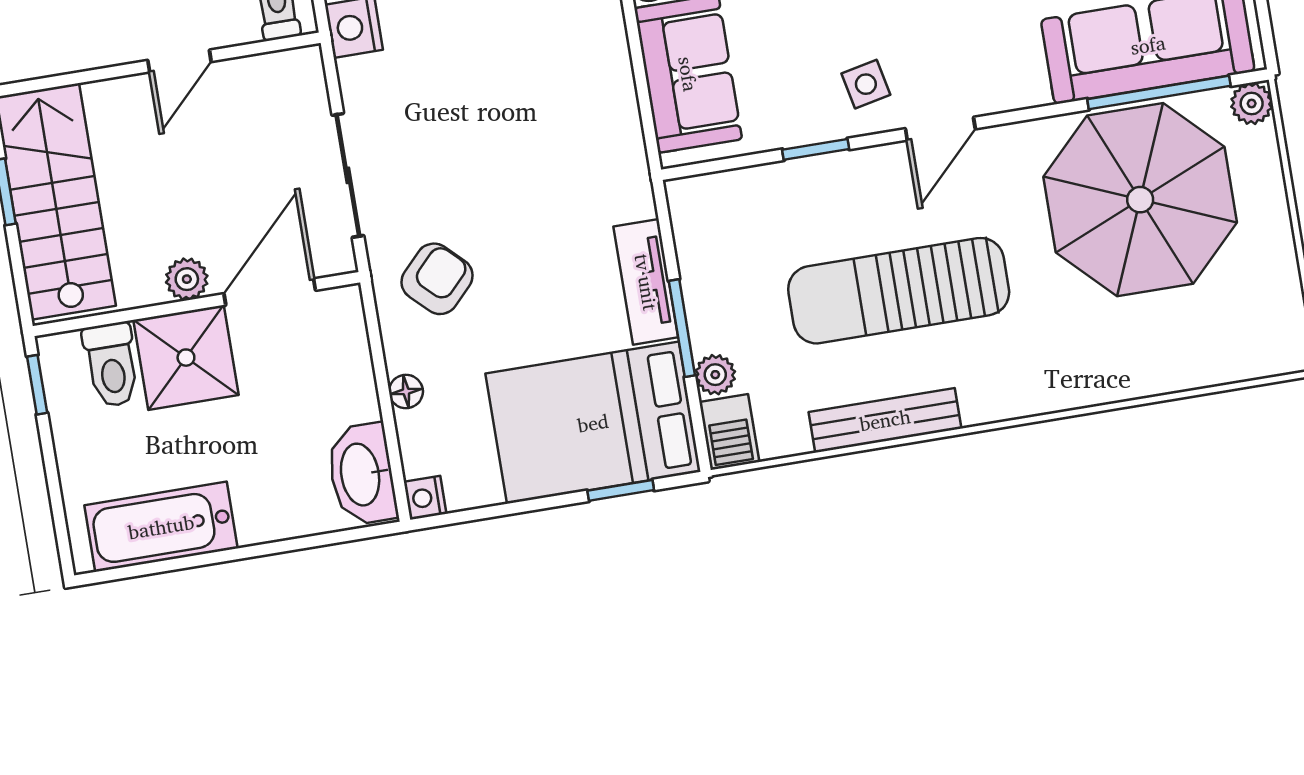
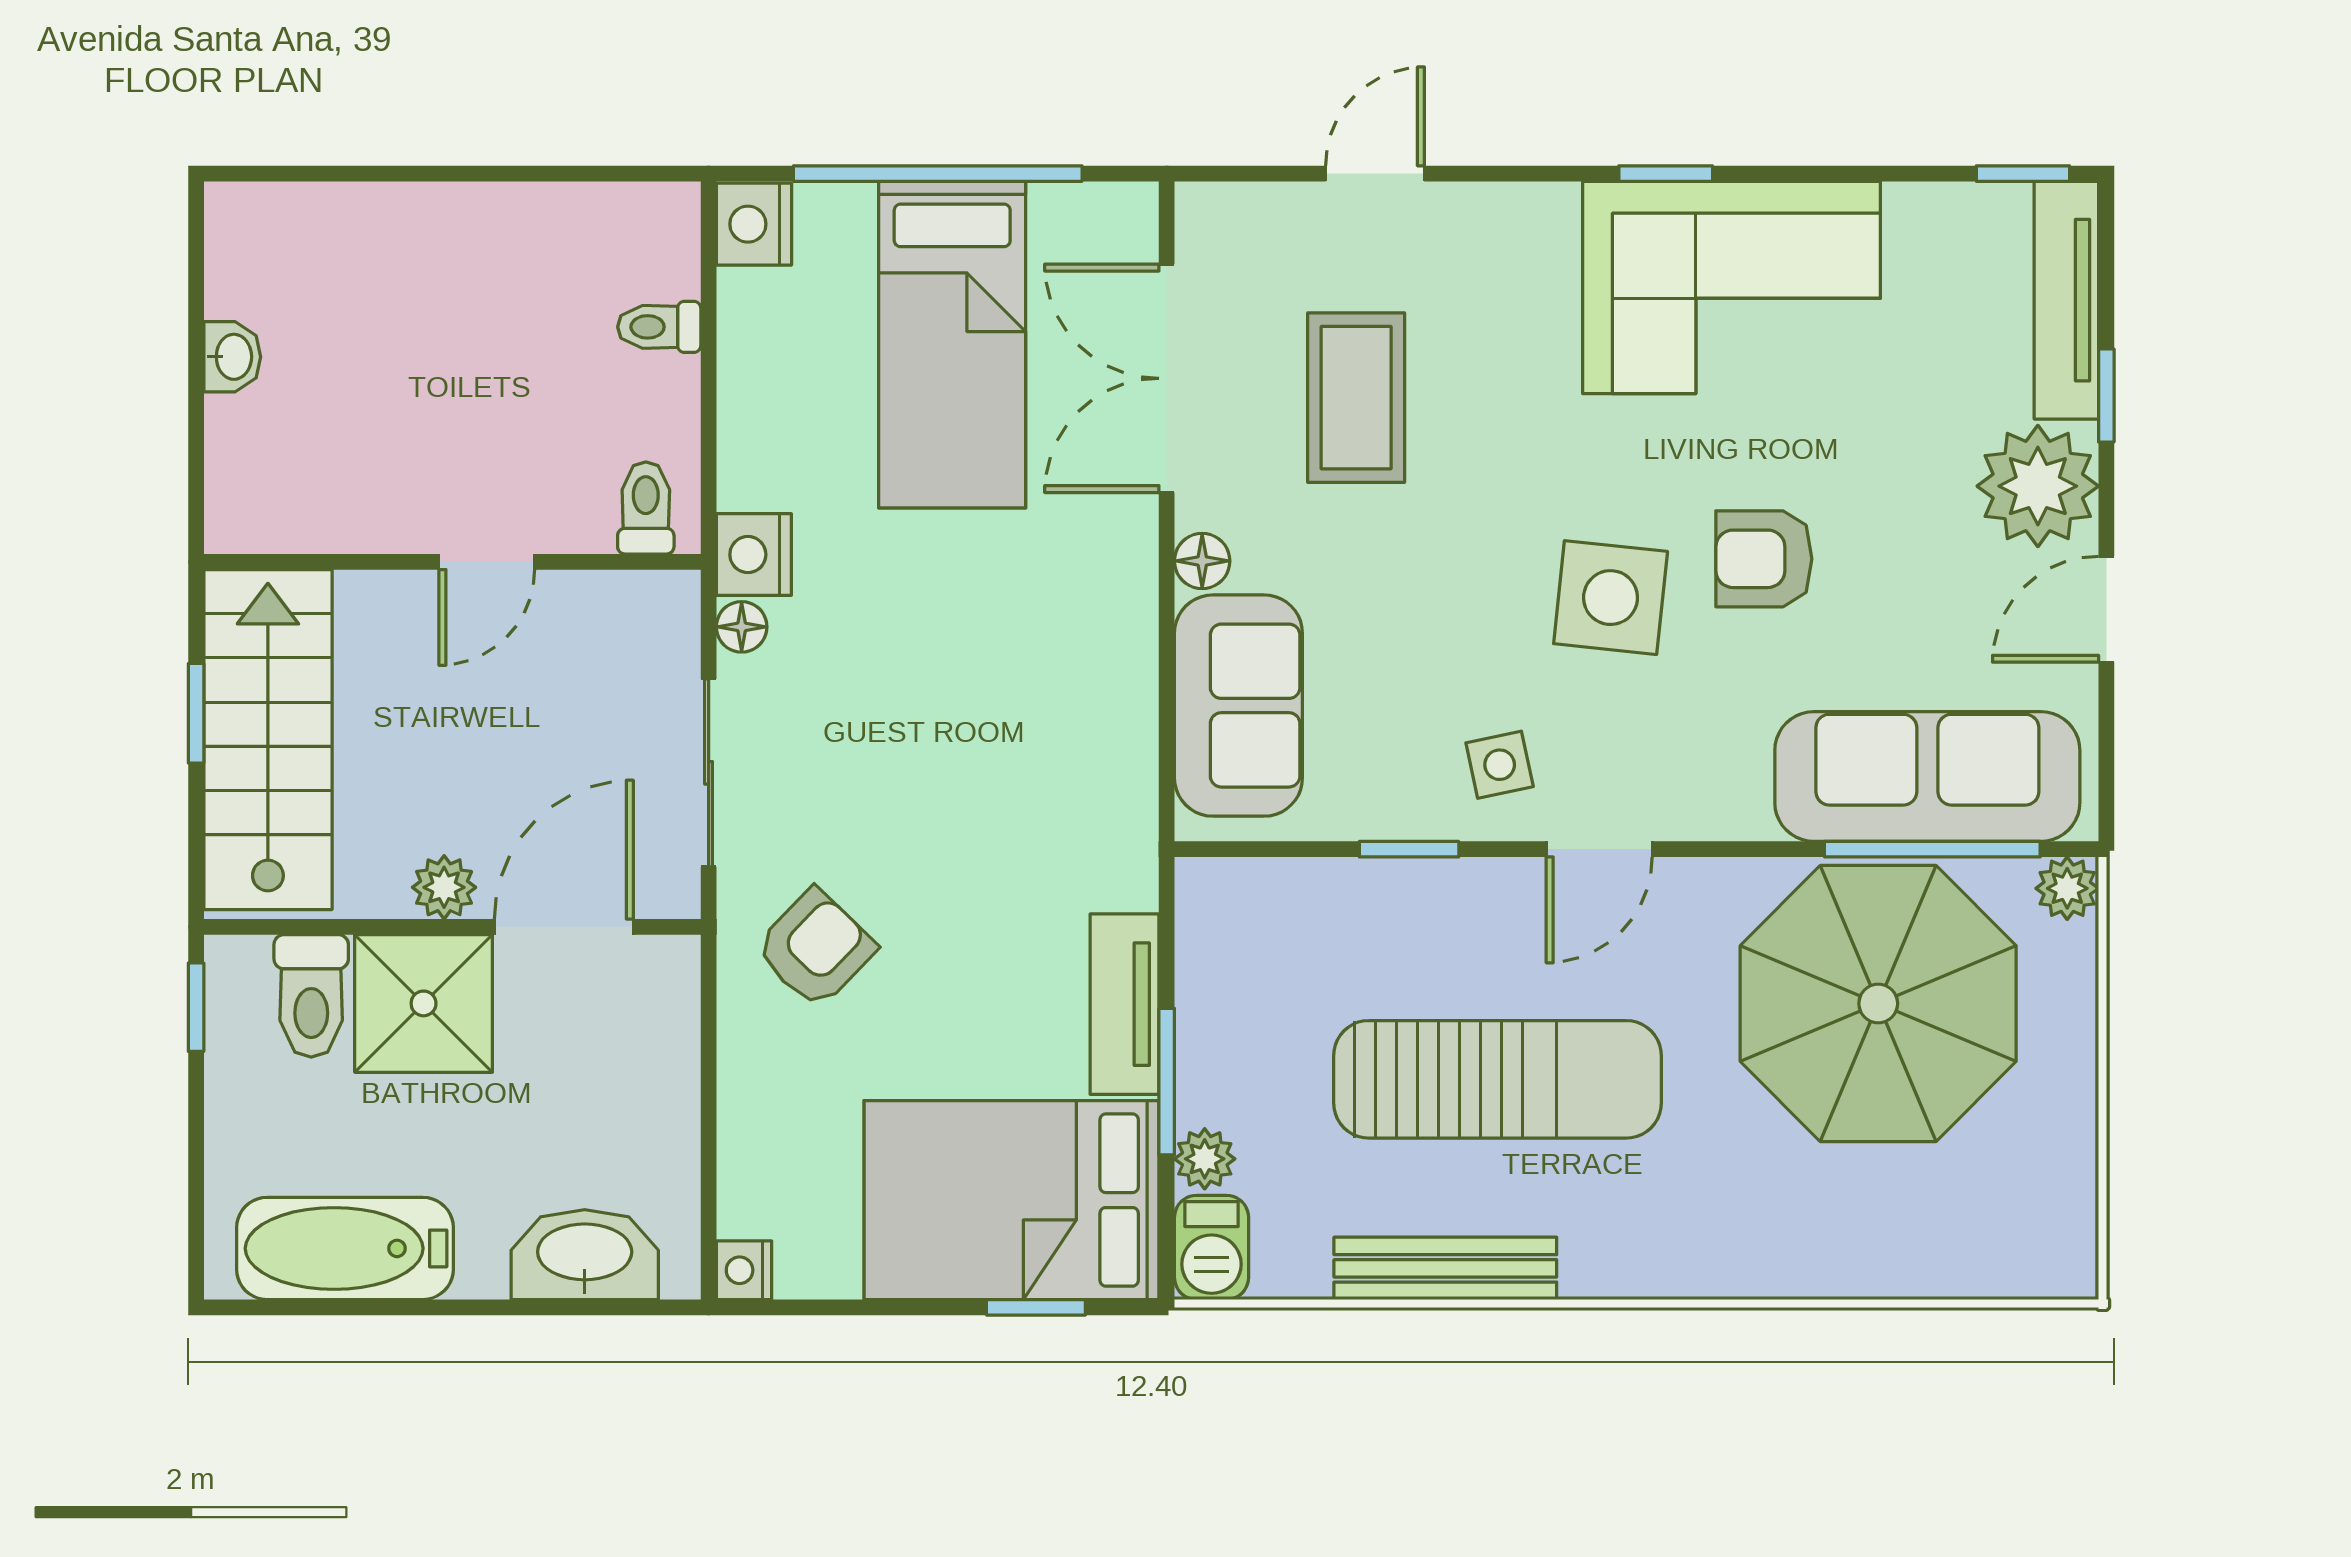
sun lounger: (899, 291) -> (1497, 1079), turned 180
floor lamp: (406, 391) -> (742, 627), moved
washbasin: (362, 474) -> (585, 1255), moved, turned 90

